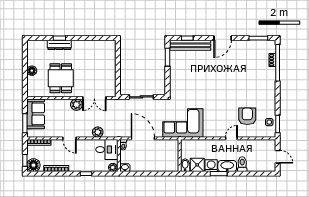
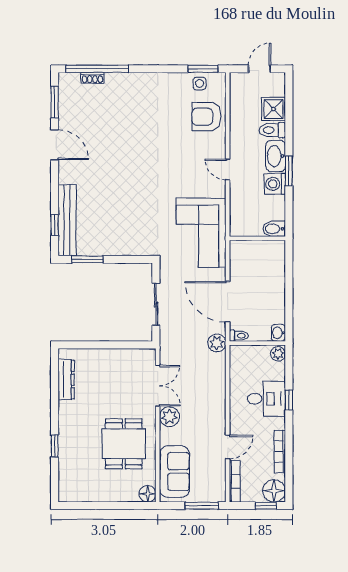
door: (223, 38) -> (55, 145), moved
dresser: (59, 45) -> (66, 380), moved
floor lamp: (32, 71) -> (148, 494), moved
dining table: (61, 78) -> (124, 444), turned 90
sofa: (36, 114) -> (174, 472), moved, turned 90
armchair: (247, 116) -> (206, 117), moved
plant: (98, 132) -> (217, 343), moved
door: (69, 138) -> (228, 447), moved
door: (143, 138) -> (228, 302), hinge flipped
door: (231, 138) -> (228, 170), moved
desk: (107, 150) -> (266, 399), moved, turned 90
shower: (197, 165) -> (274, 109), moved

